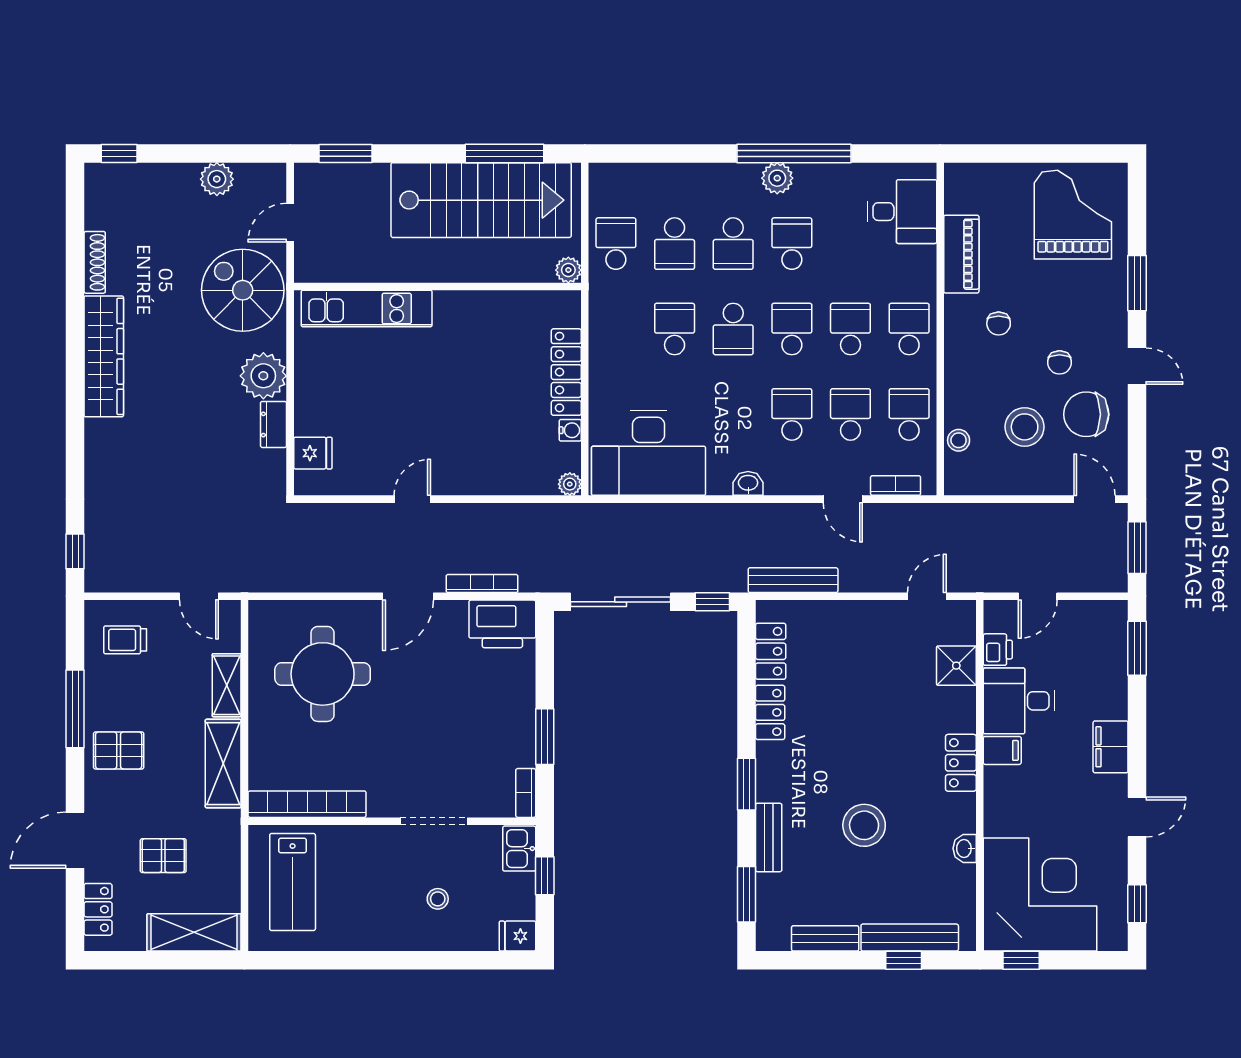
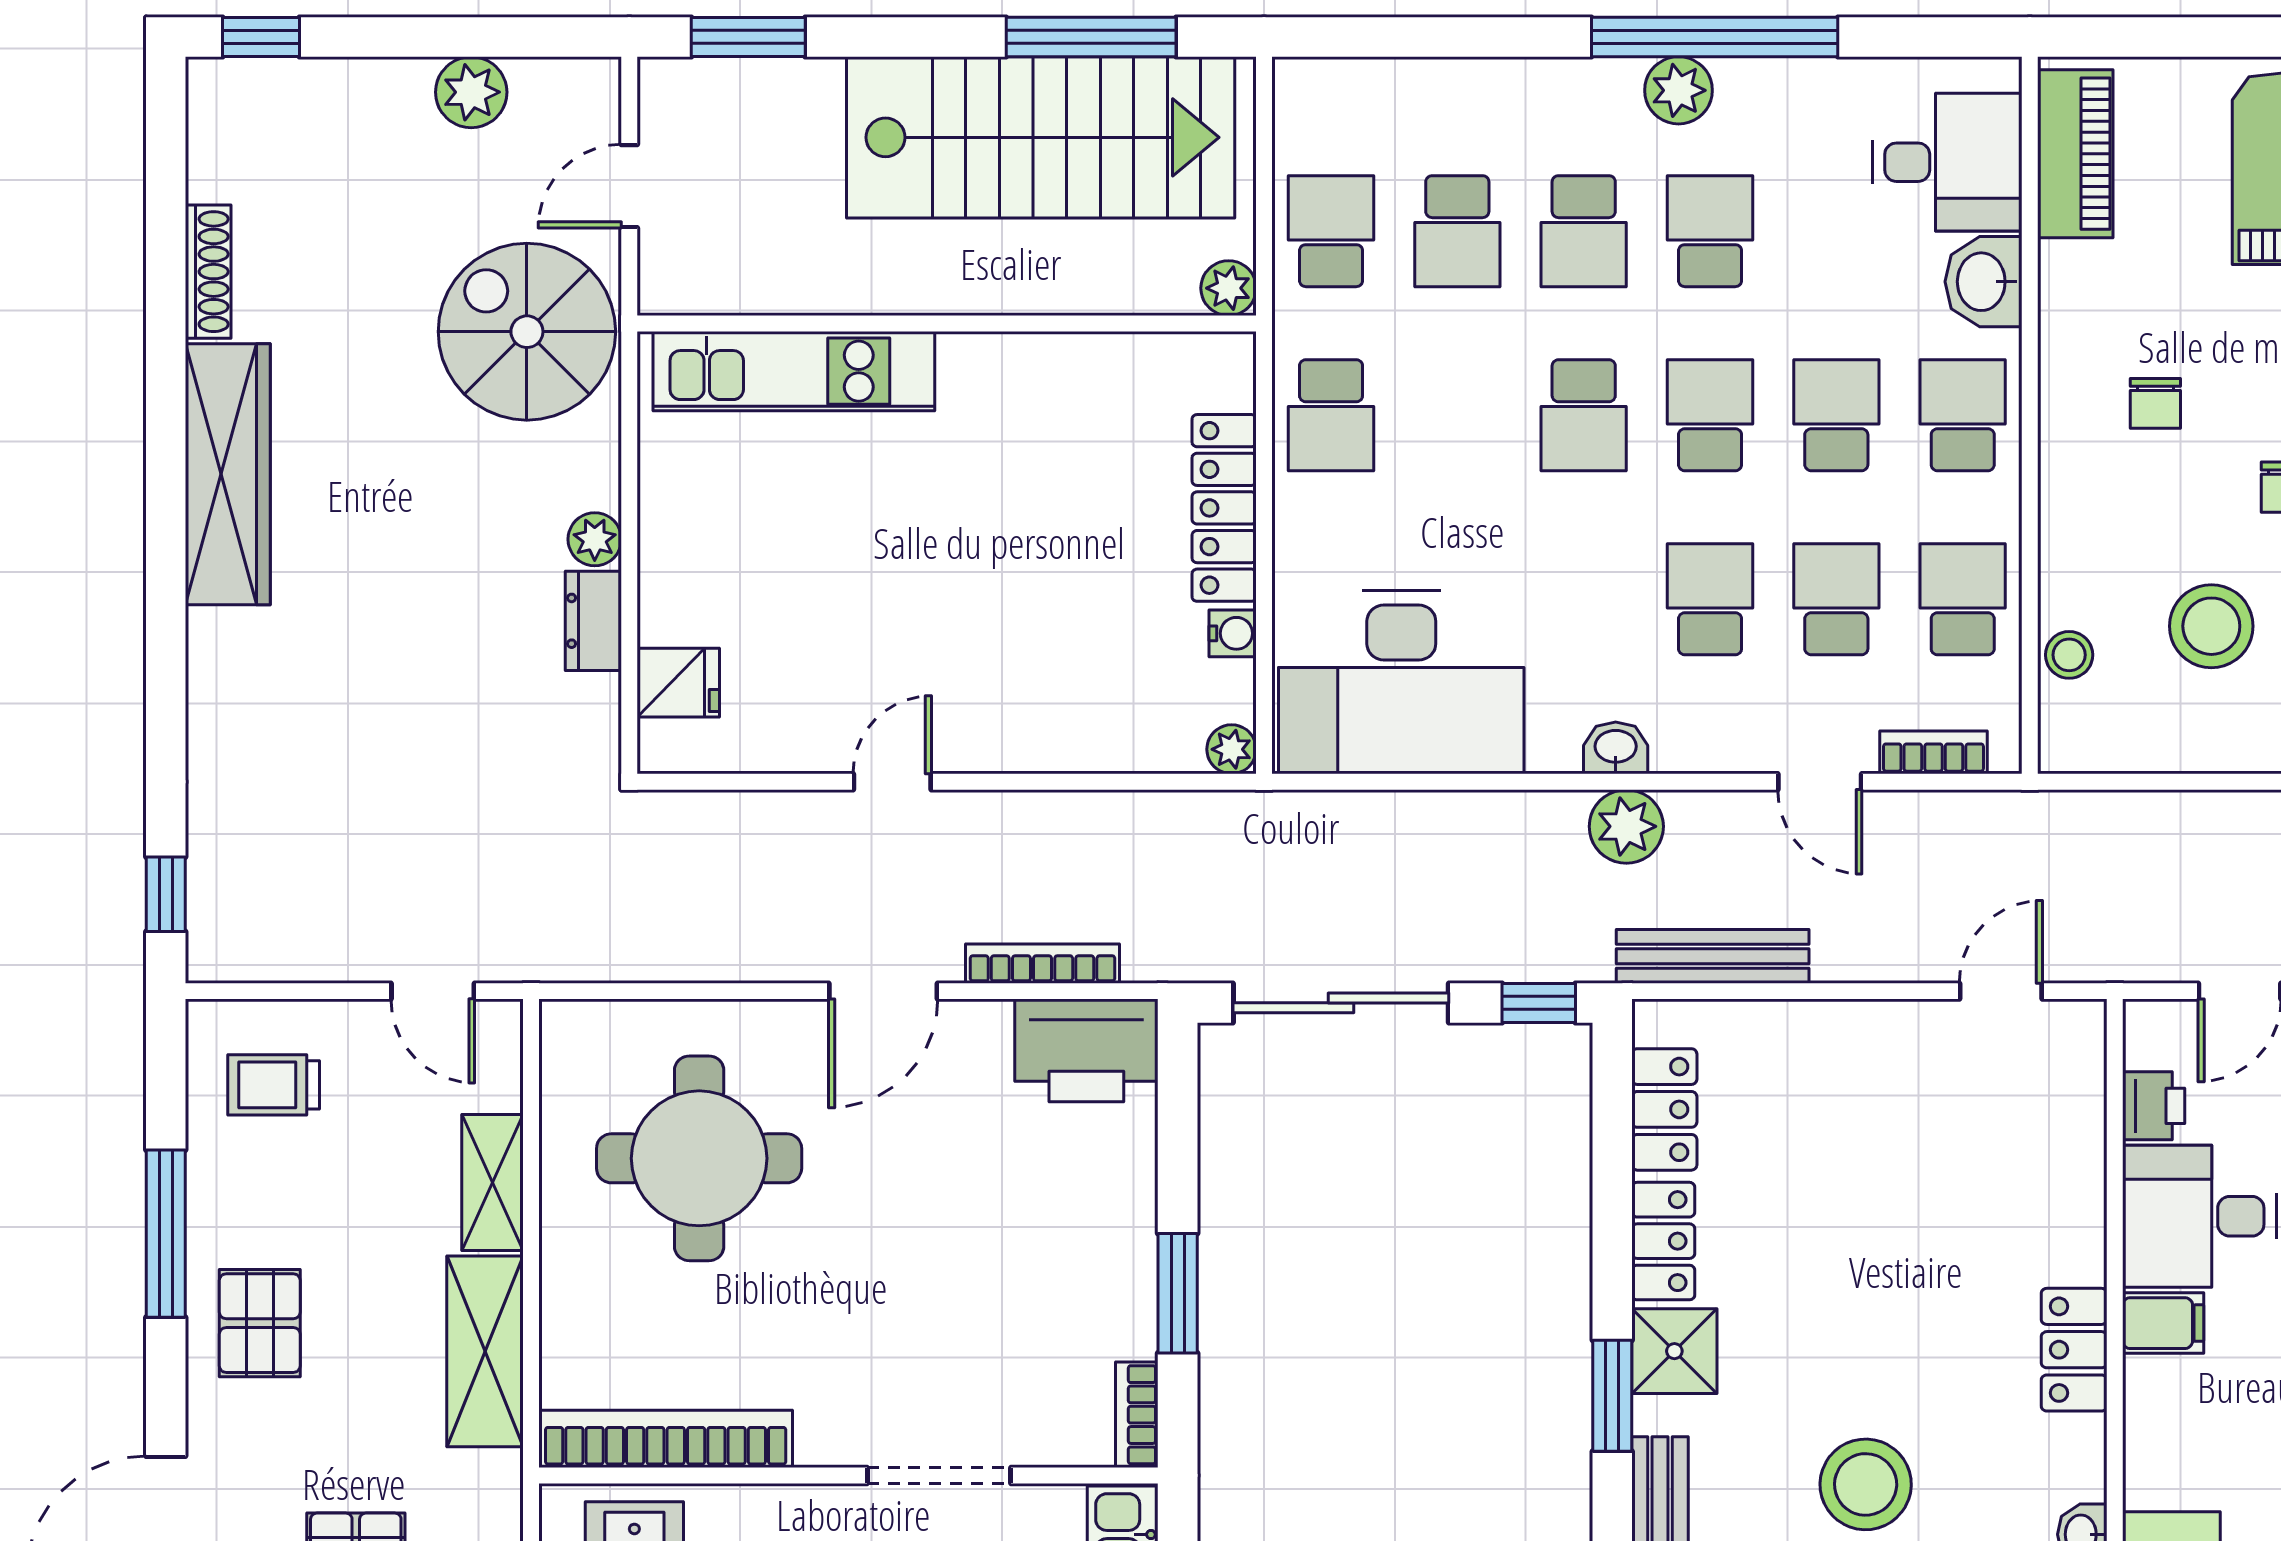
piano: (961, 254) -> (2075, 154), moved
washbasin: (919, 267) -> (1984, 282), added
school desk: (675, 329) -> (1331, 415), moved, turned 180
plant: (263, 376) -> (595, 539), width x0.53, depth x0.53
plant: (753, 520) -> (1626, 826), added
shower: (956, 666) -> (1674, 1351), moved
pallet: (119, 750) -> (260, 1323), turned 90

